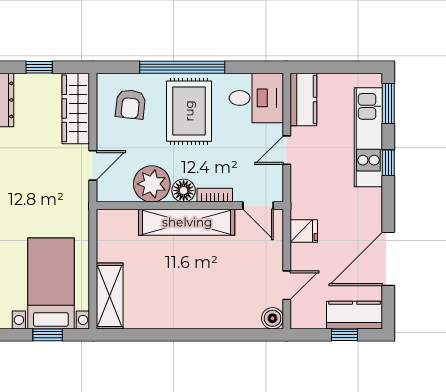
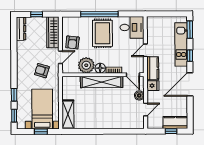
kitchen counter: (303, 99) -> (153, 68), moved
armchair: (131, 104) -> (72, 42), moved
armchair: (51, 196) -> (42, 71), added
door: (388, 259) -> (190, 84), moved
boiler: (272, 318) -> (139, 95), moved

